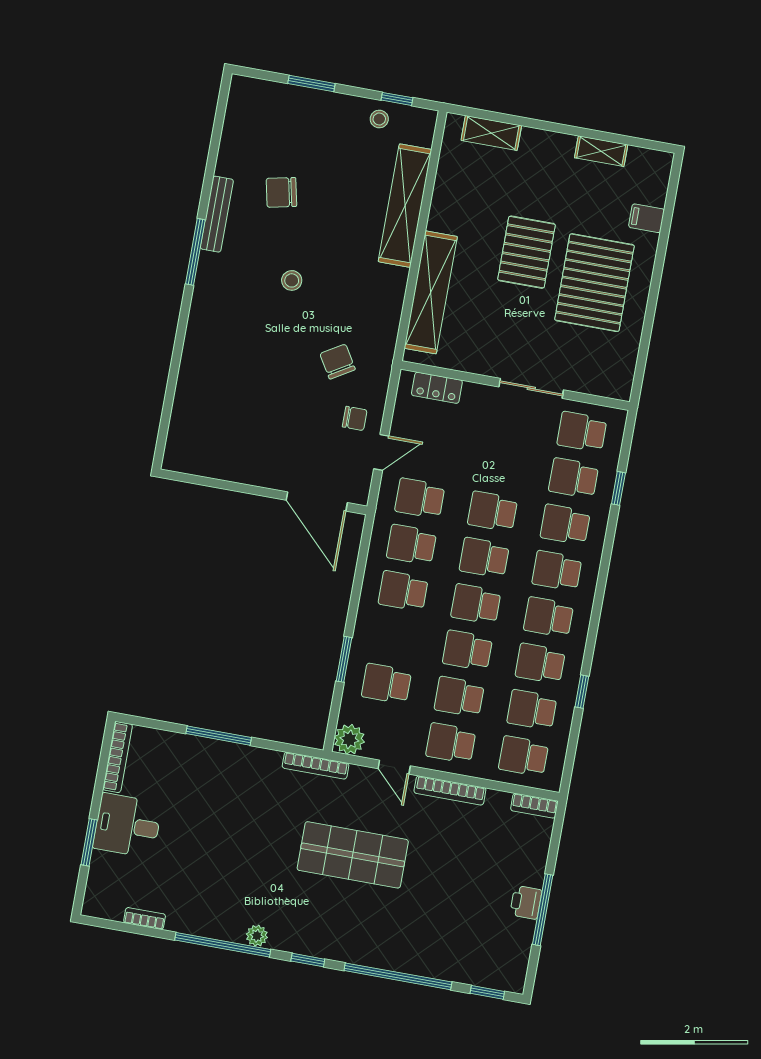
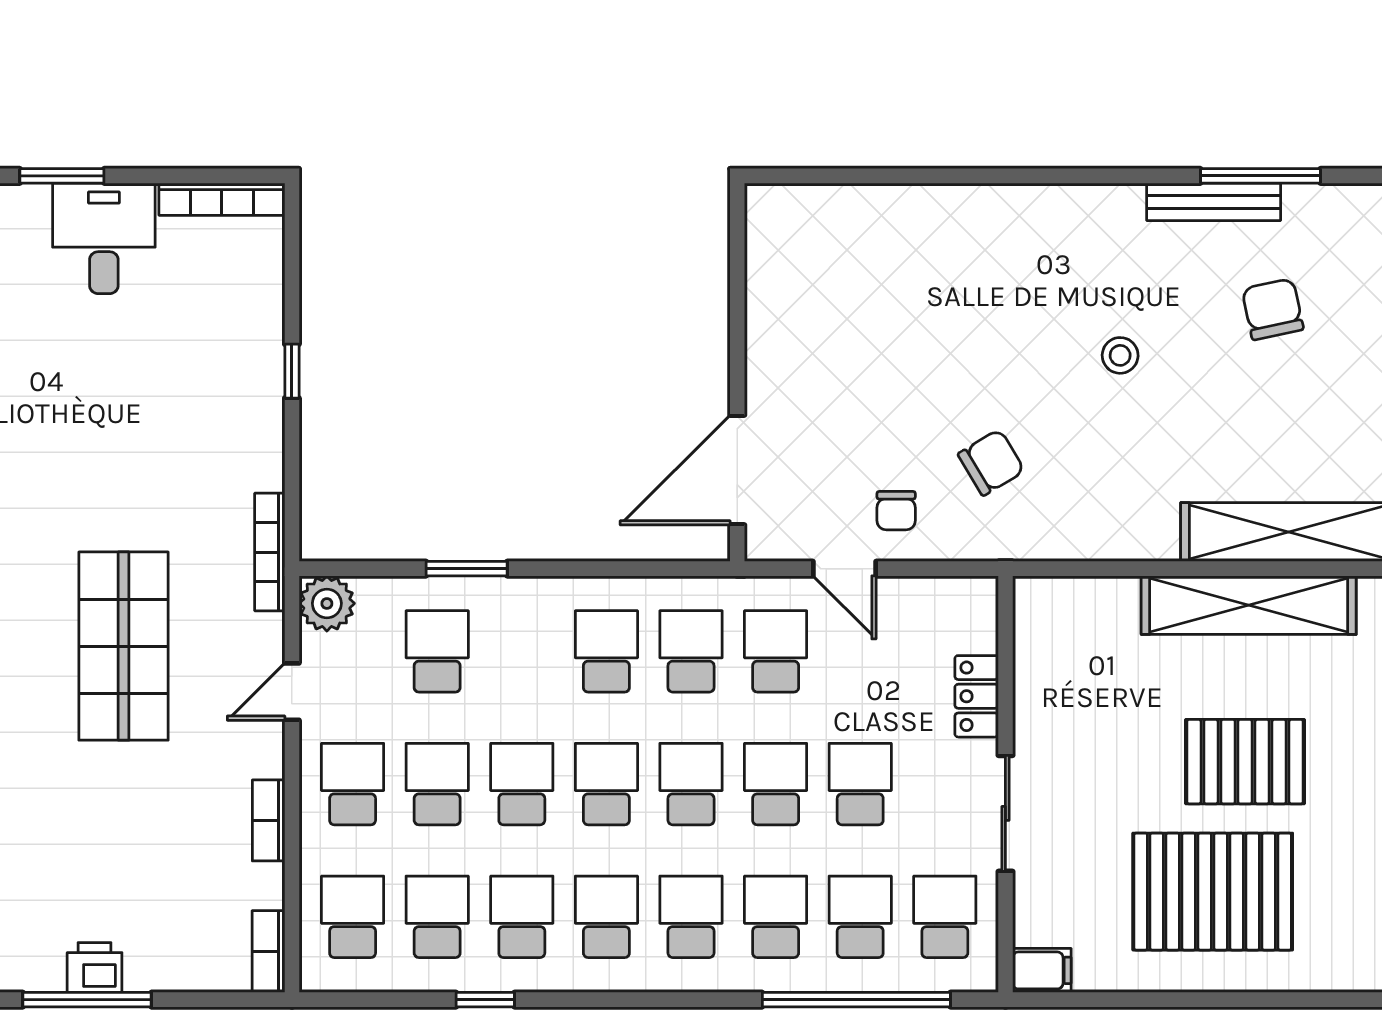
filing cabinet: (646, 218) -> (1042, 970), moved, turned 90
window: (195, 252) -> (1260, 176), moved
shelving: (431, 292) -> (1249, 605), moved
locker: (437, 388) -> (977, 696), moved
school desk: (501, 465) -> (860, 784), added
window: (618, 488) -> (856, 1000), width x3.17
window: (219, 736) -> (292, 371), width x0.46
bookcase: (450, 790) -> (269, 820), width x0.64

